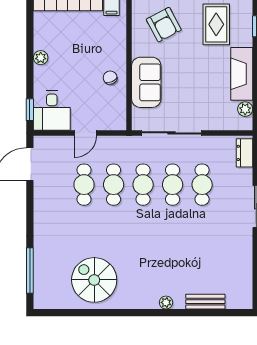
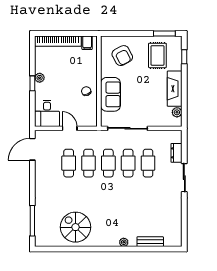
window: (30, 110) -> (32, 83), moved
door: (85, 133) -> (70, 128), swing flipped
dresser: (245, 153) -> (176, 153), moved

